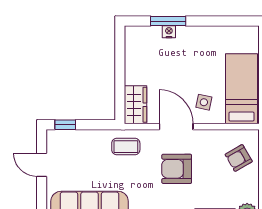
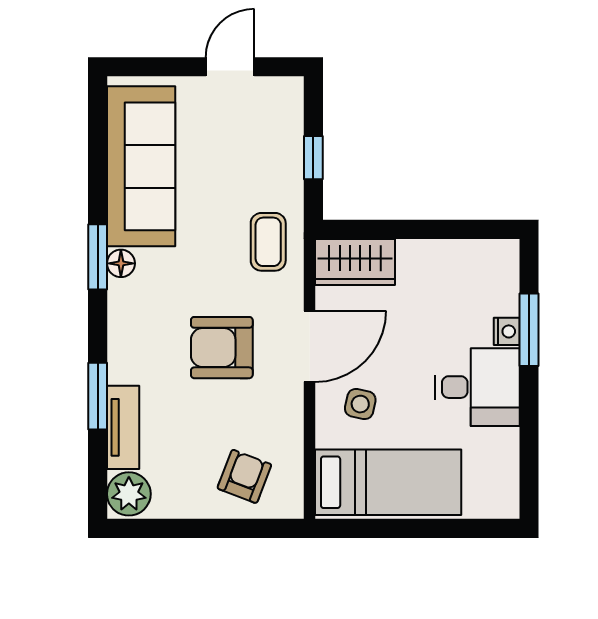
desk: (196, 46) -> (477, 387), added
window: (65, 125) -> (313, 158), moved
armchair: (239, 158) -> (244, 476), turned 51
armchair: (177, 169) -> (222, 348), turned -90

